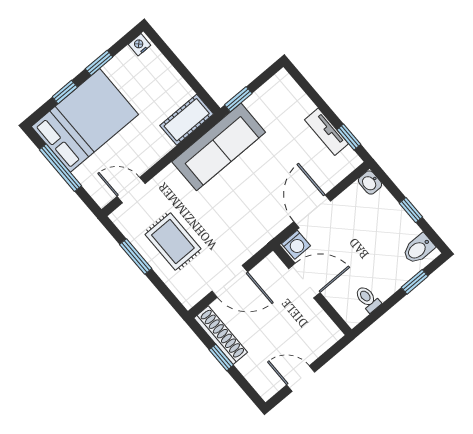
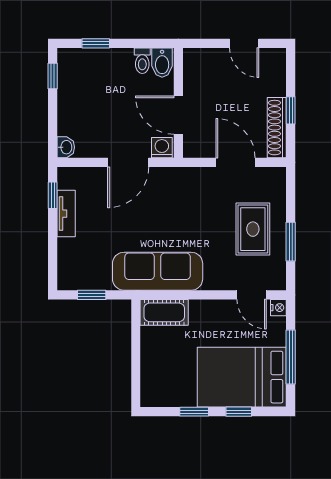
nightstand: (139, 45) -> (278, 308), moved, turned -90
window: (238, 99) -> (92, 295), moved
window: (411, 210) -> (53, 76), moved
bidet: (418, 249) -> (162, 63), moved, turned 90

